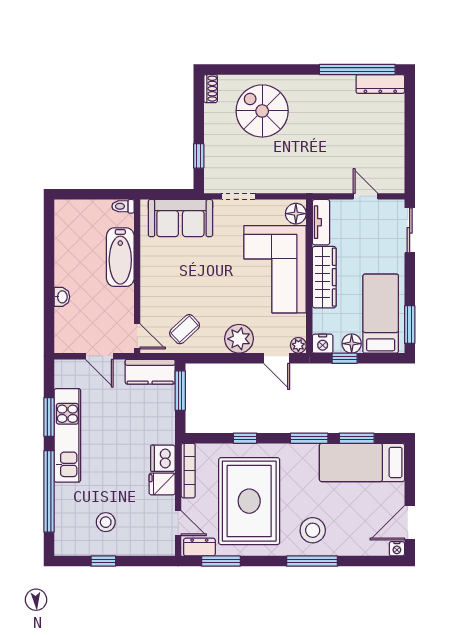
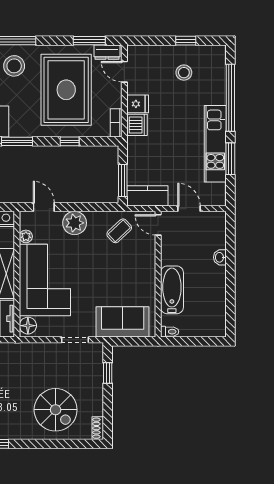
plant: (298, 345) -> (26, 236), moved
bookcase: (188, 471) -> (116, 123), width x0.64

